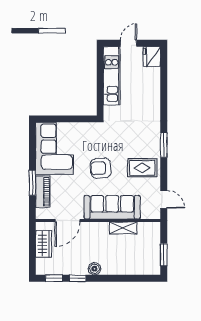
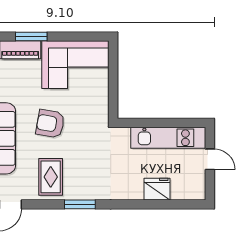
fridge: (152, 57) -> (157, 189), moved
armchair: (101, 168) -> (50, 124), turned -76

